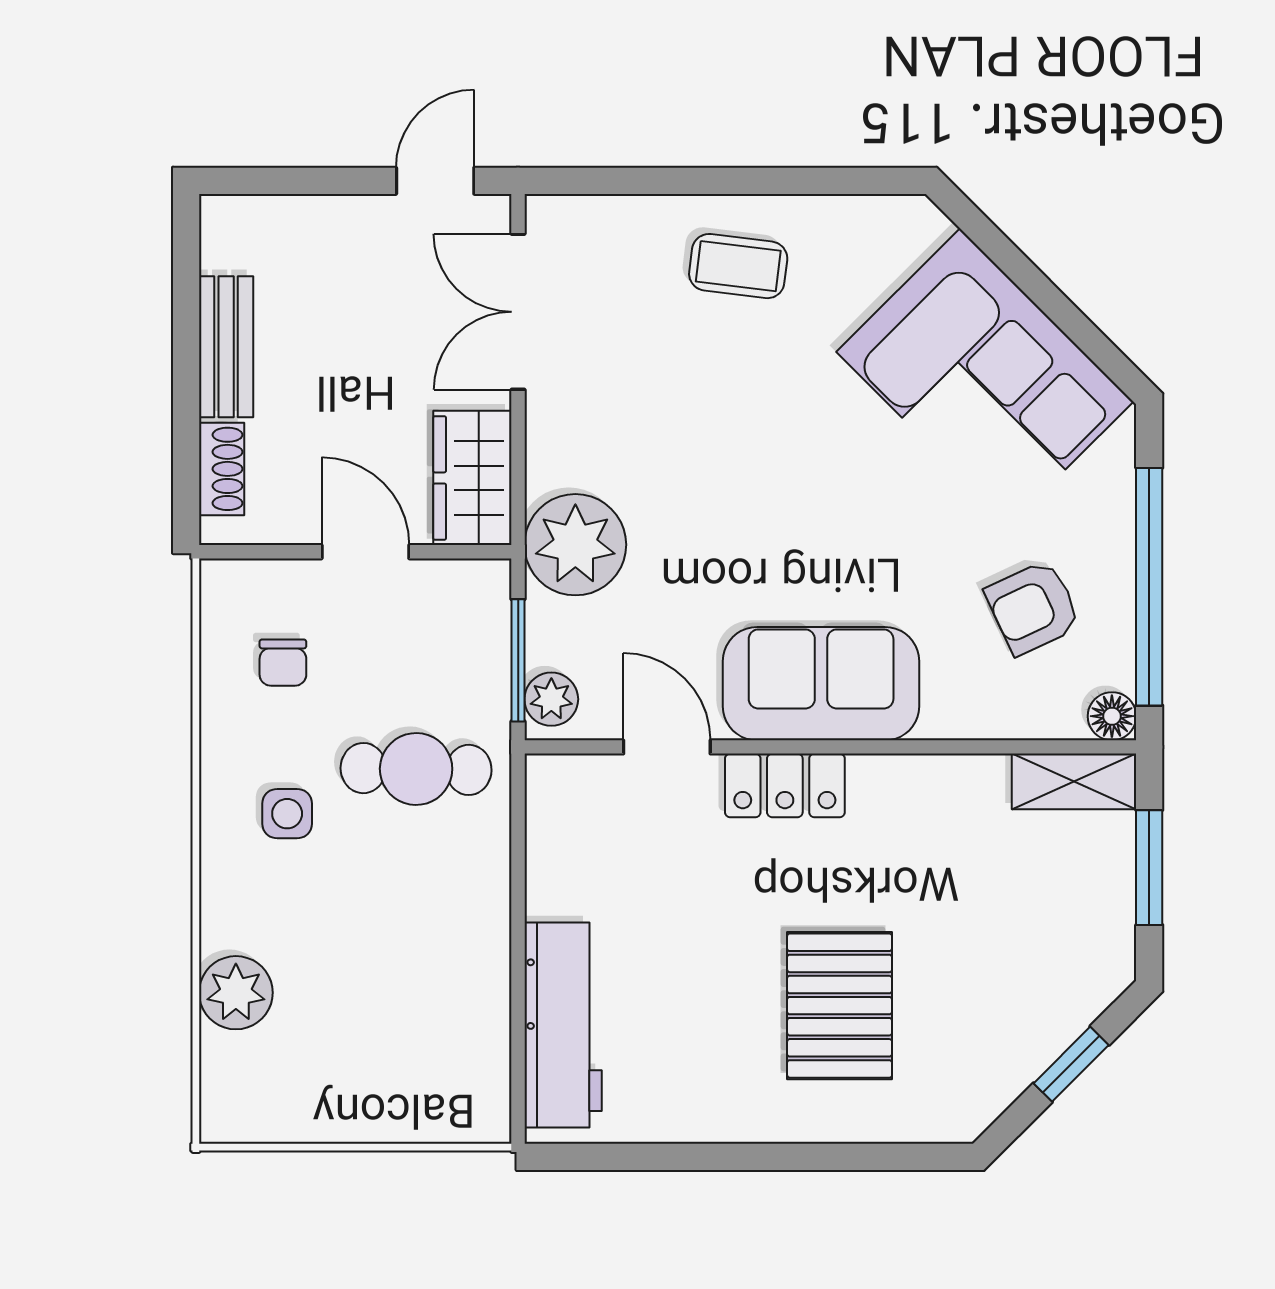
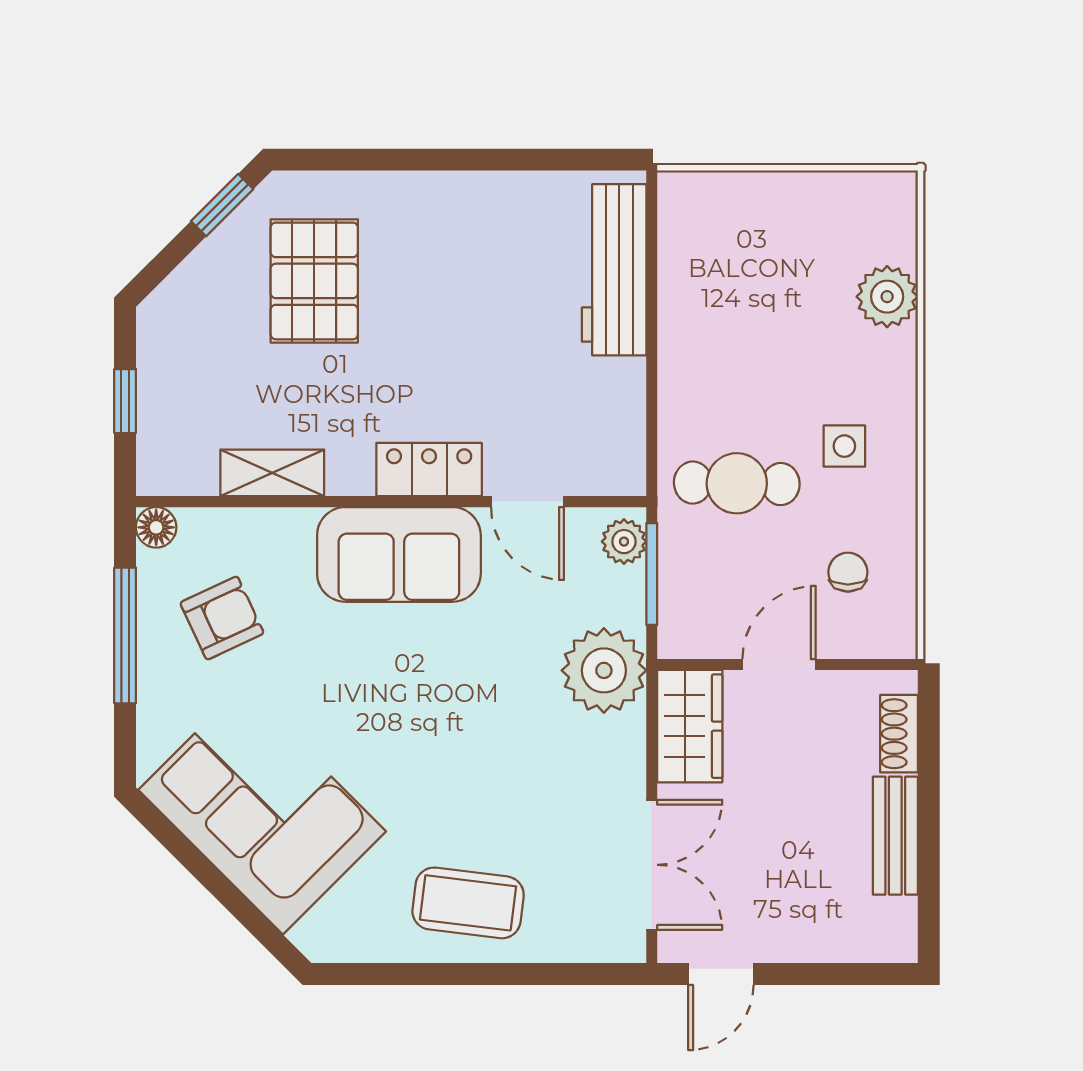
coffee table: (738, 266) -> (468, 903), width x1.36, depth x1.30
door: (365, 552) -> (779, 665), swing flipped
window: (1149, 587) -> (125, 635), width x0.68
shelving: (1074, 781) -> (272, 473), moved
window: (1149, 868) -> (125, 401), width x0.67
pallet: (840, 1006) -> (314, 281), moved
window: (1071, 1064) -> (222, 205), moved

